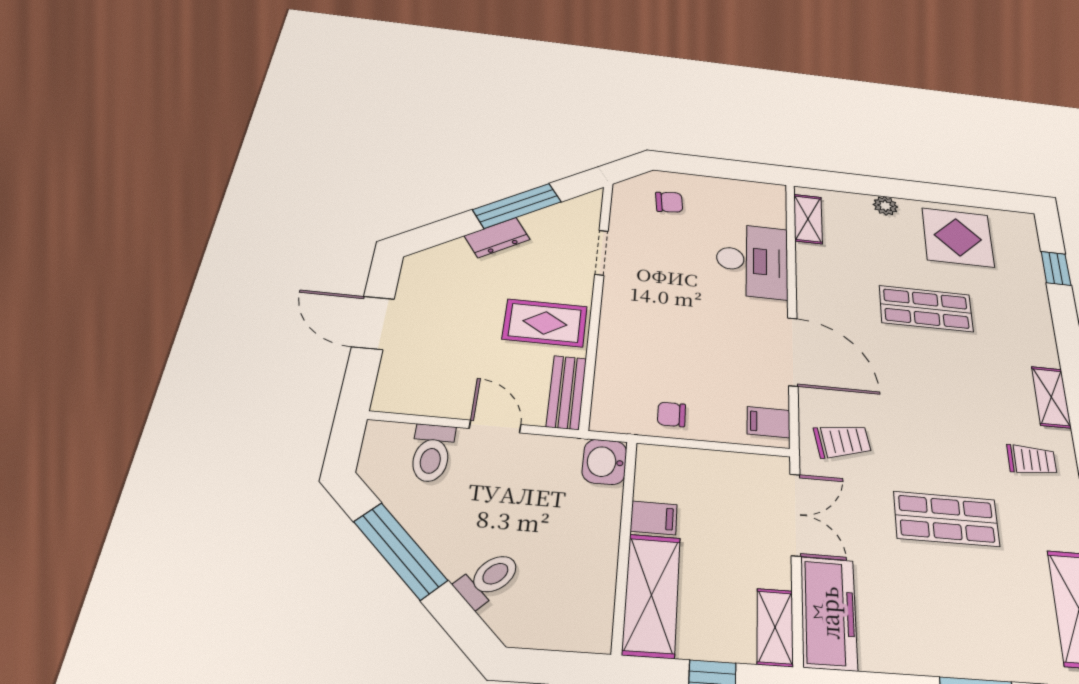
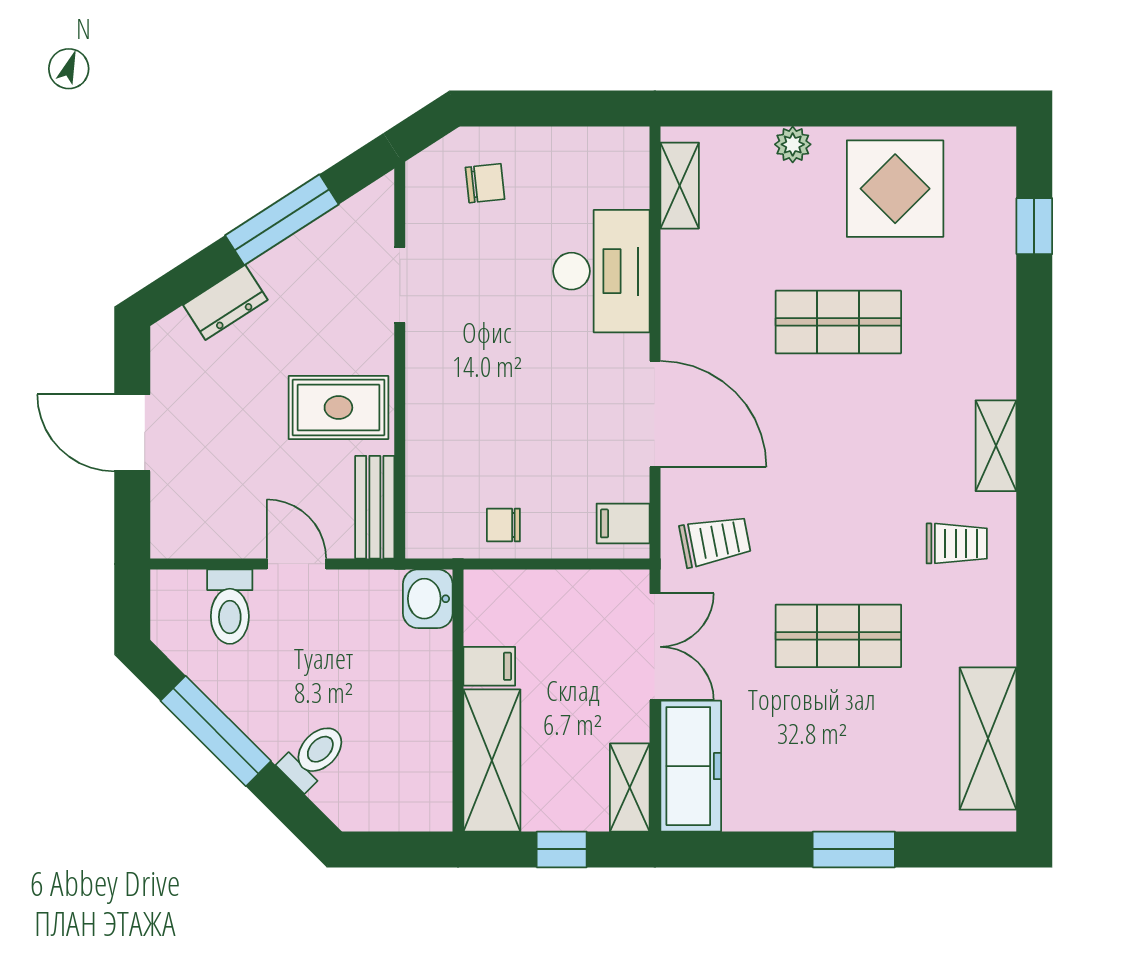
dresser: (497, 238) -> (225, 302), moved

